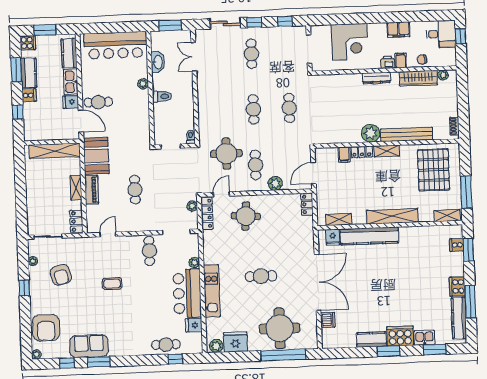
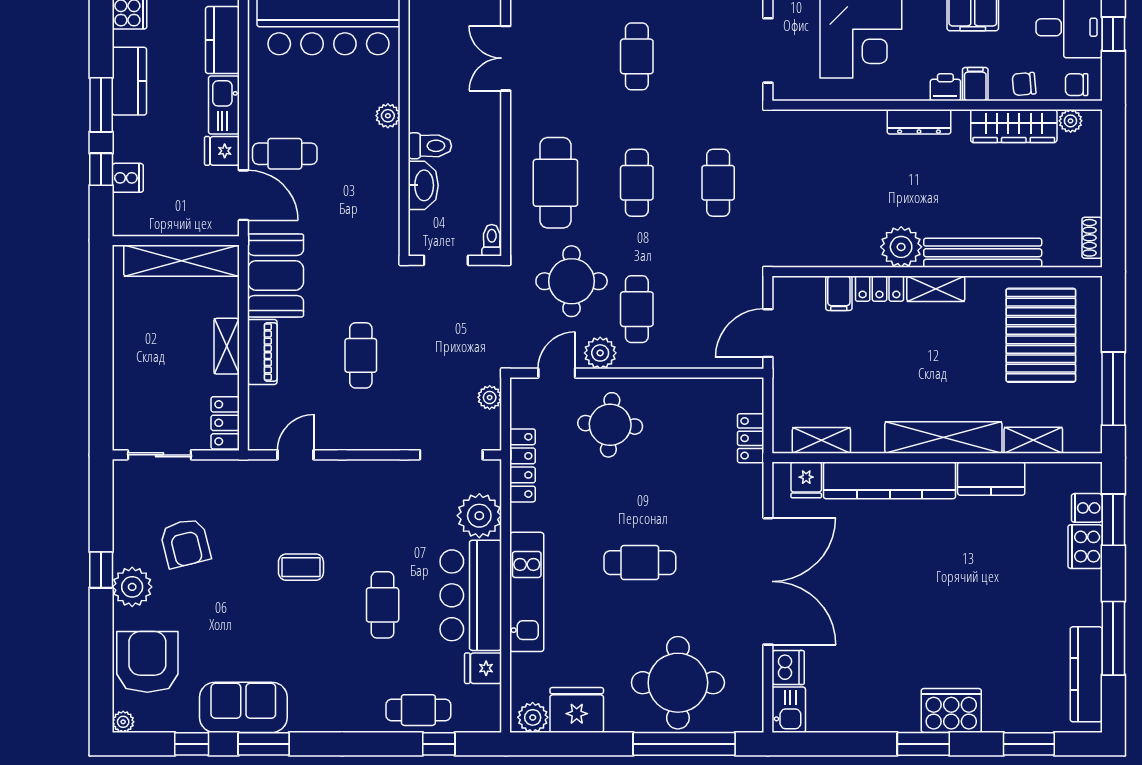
chair: (445, 59) -> (1077, 85), added
washbasin: (158, 62) -> (423, 185), moved
window: (16, 70) -> (101, 105), moved
cooker: (29, 95) -> (128, 178), moved
cafe table: (218, 111) -> (555, 183), added
plant: (275, 183) -> (600, 353), moved
locker: (307, 204) -> (751, 438), moved
locker: (207, 213) -> (523, 465), moved
shelving: (447, 216) -> (1033, 440), moved
cafe table: (149, 251) -> (383, 605), moved
plant: (33, 261) -> (132, 587), moved, width x1.88, depth x1.88
plant: (194, 263) -> (479, 516), width x1.88, depth x1.88
cooker: (457, 287) -> (1085, 547), moved
armchair: (46, 328) -> (147, 662), turned 180
kitchen sink: (424, 338) -> (789, 710), moved, turned 90
kitchen counter: (371, 340) -> (991, 479), moved, turned 180

